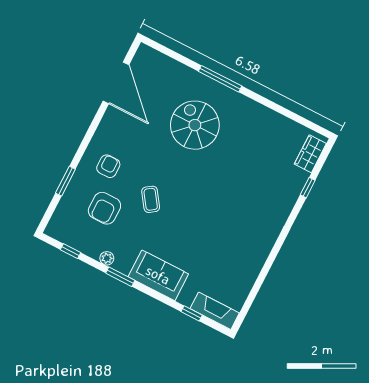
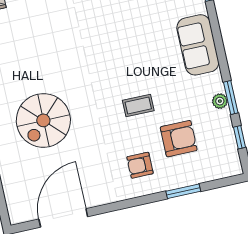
coffee table: (151, 199) -> (138, 105), turned 35
window: (120, 277) -> (231, 97), moved

